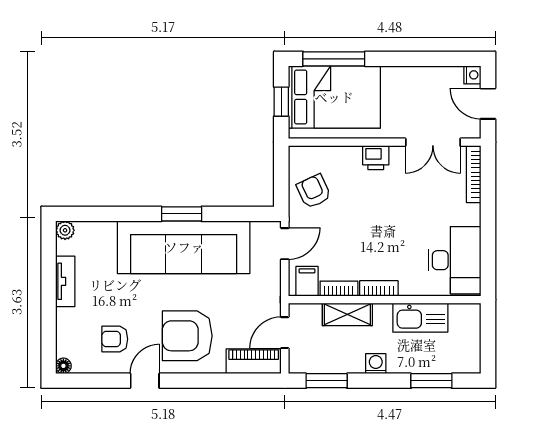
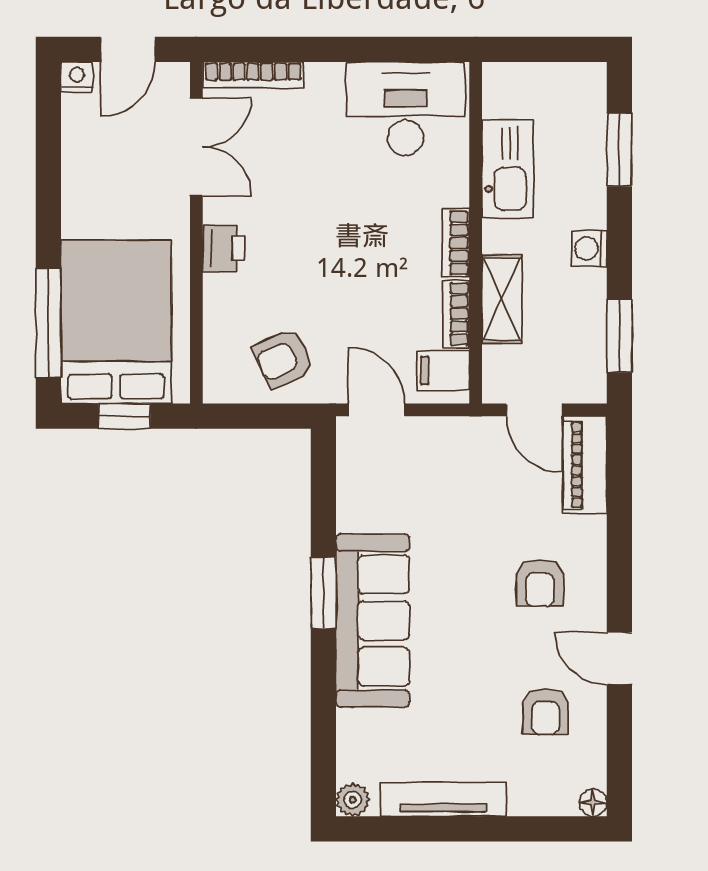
sofa: (184, 247) -> (373, 621), width x0.74, depth x0.79
tv unit: (65, 281) -> (443, 799), width x1.41
armchair: (187, 336) -> (540, 583), width x0.53, depth x0.53

